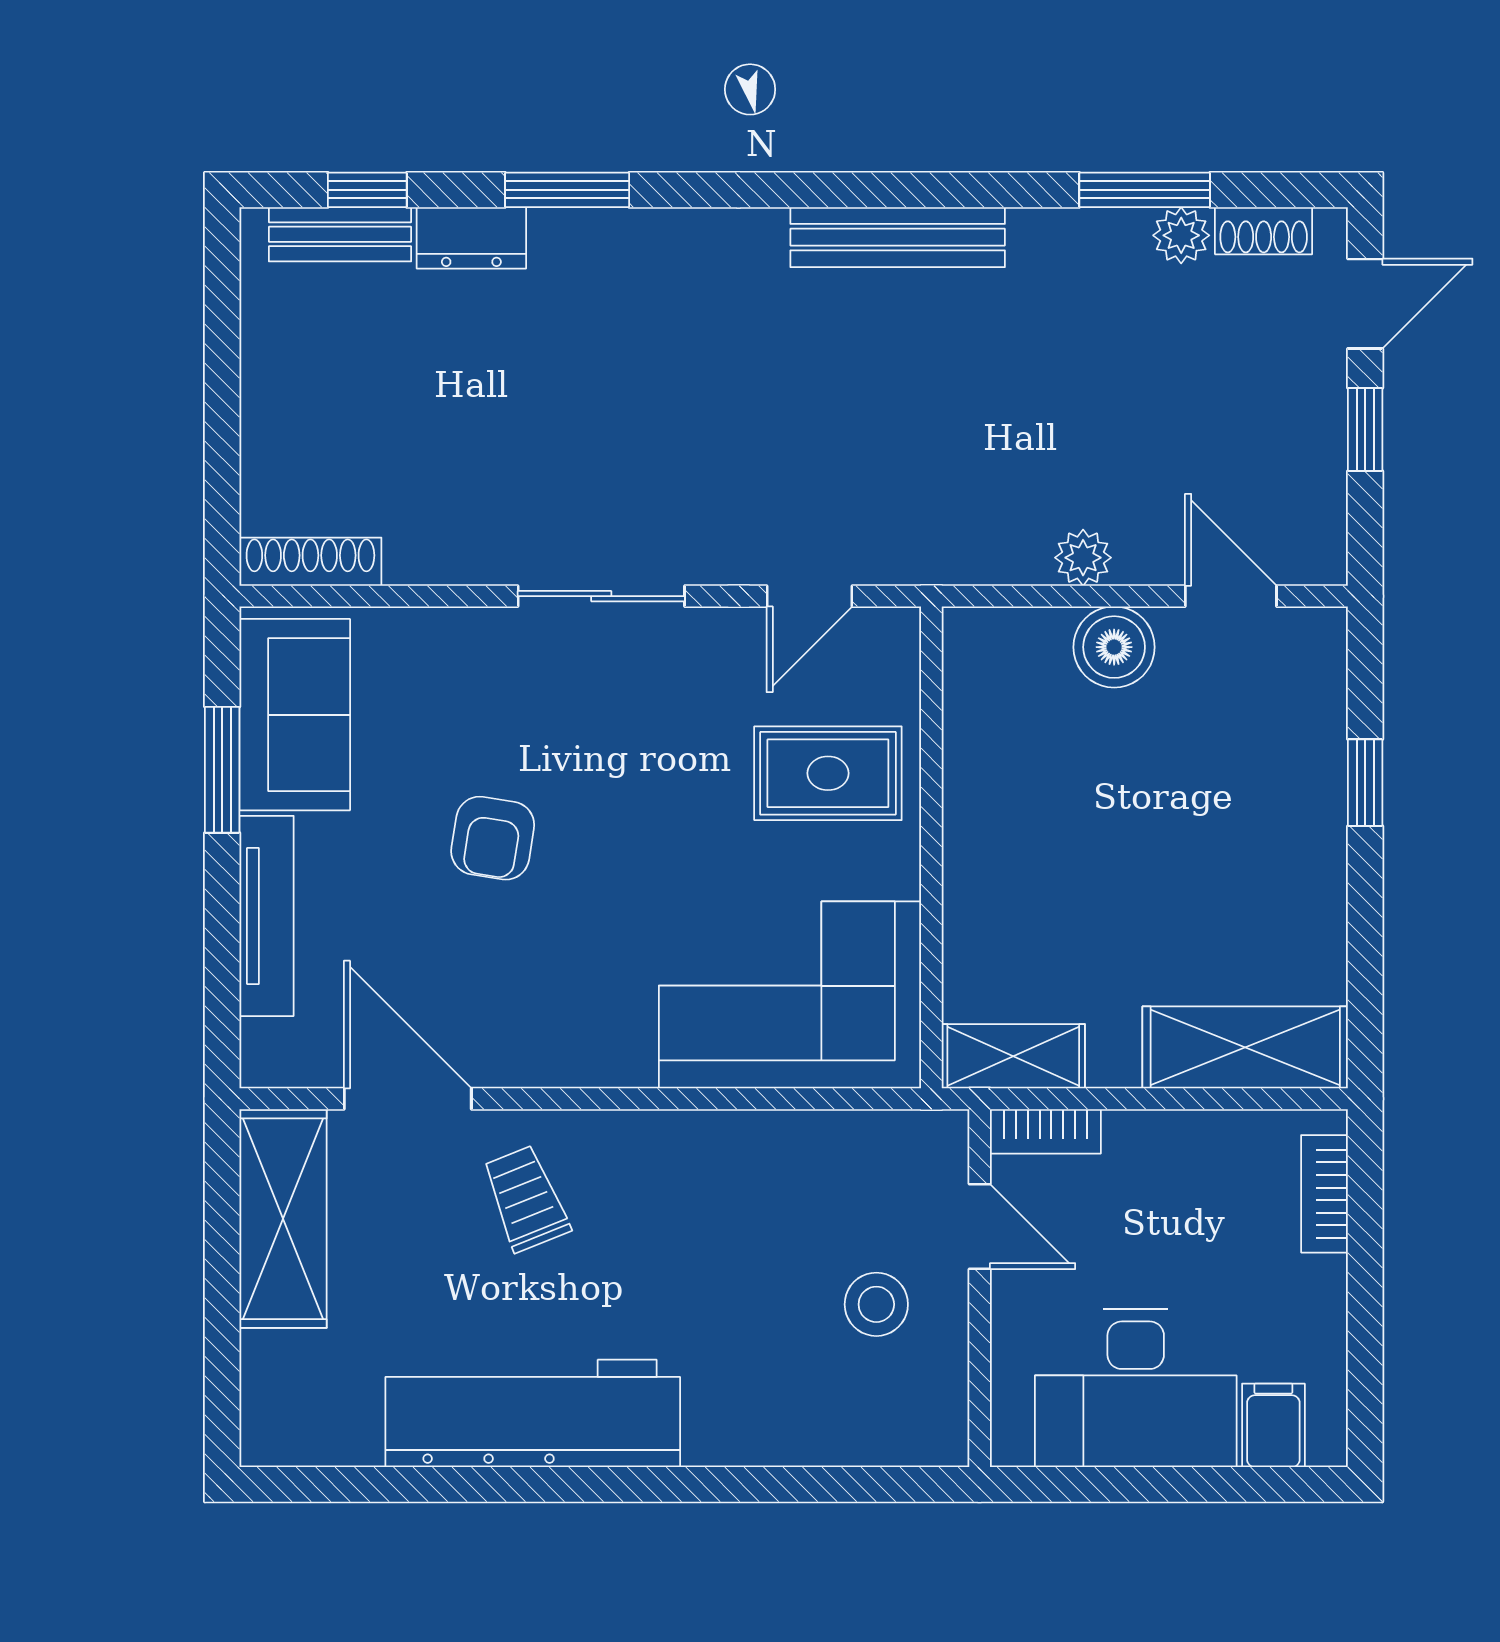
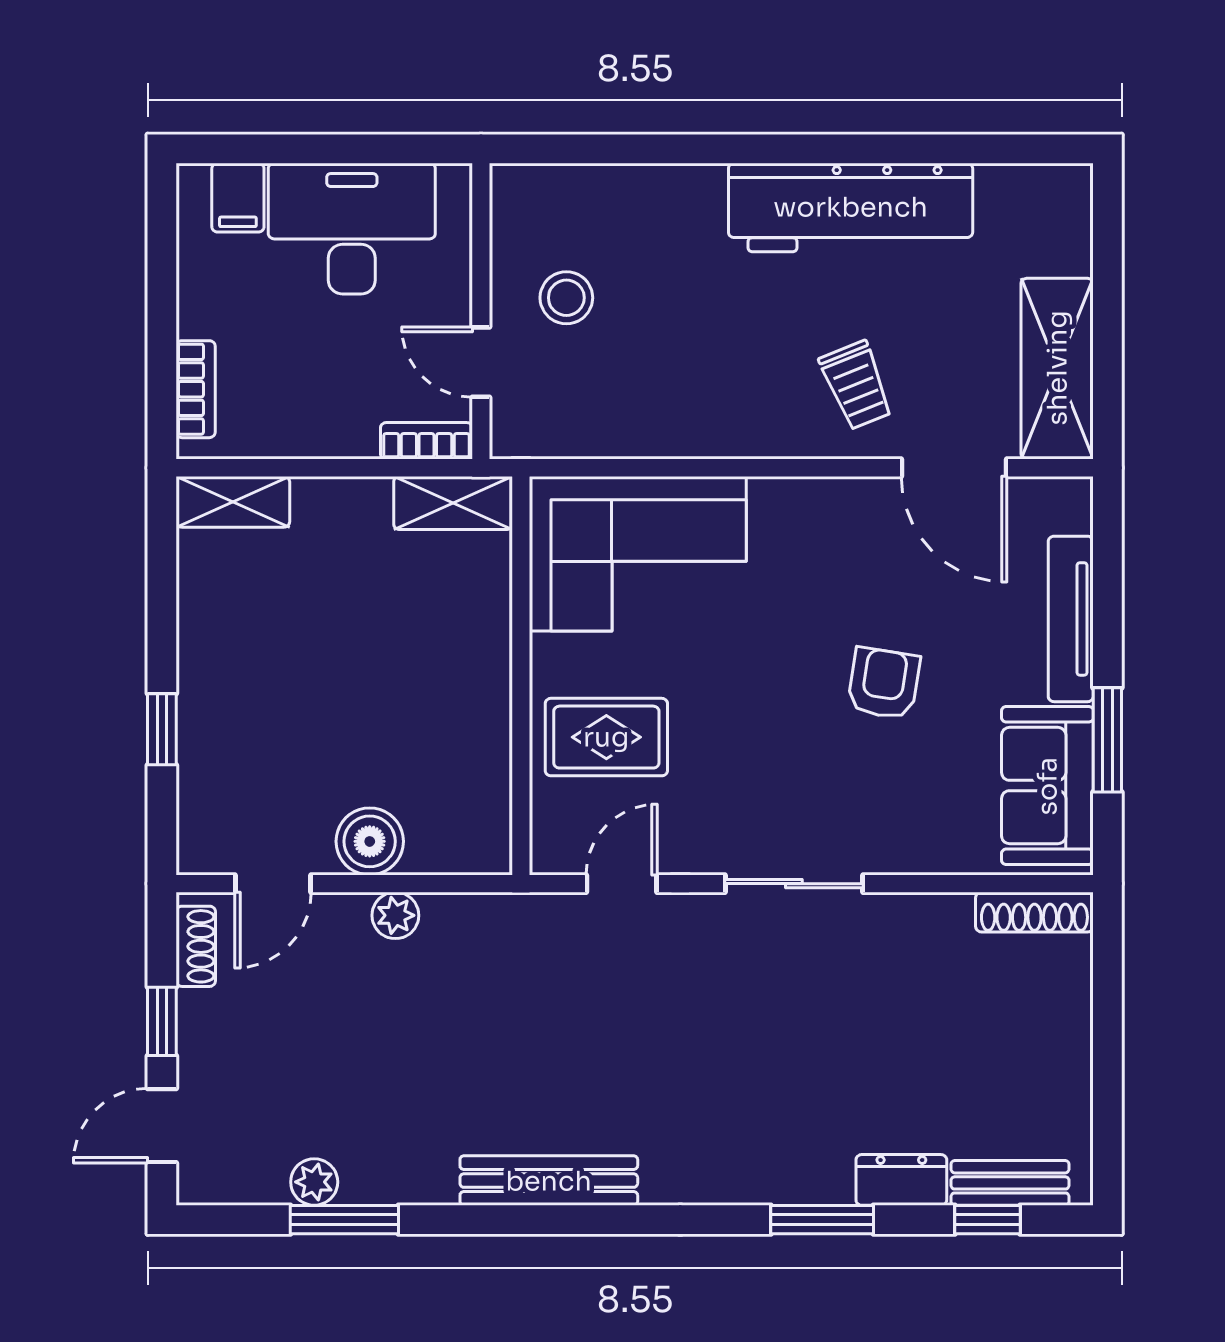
shoe rack: (1264, 231) -> (196, 946), moved, turned 90
door: (1231, 596) -> (273, 884), hinge flipped
shelving: (1245, 1047) -> (233, 502), width x0.67, depth x0.75

